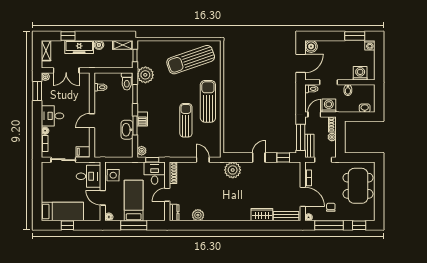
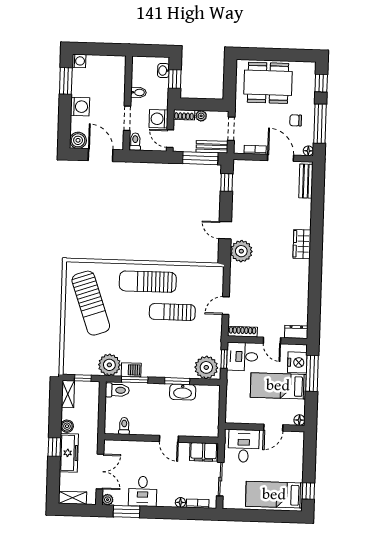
window: (68, 36) -> (54, 447), moved
washing machine: (360, 73) -> (80, 107), moved, turned 180
desk: (52, 116) -> (143, 491), moved
window: (359, 117) -> (175, 79), added
barbecue: (142, 119) -> (131, 370), moved
plant: (142, 151) -> (206, 367), width x1.88, depth x1.88
filing cabinet: (83, 152) -> (204, 452), width x2.00
door: (259, 158) -> (225, 230), moved
door: (203, 160) -> (226, 306), moved
side table: (113, 175) -> (243, 412), removed
door: (303, 197) -> (281, 158), hinge flipped
bed: (62, 212) -> (274, 495), moved, turned -90
nightstand: (151, 214) -> (297, 362), added
plant: (198, 215) -> (301, 300), removed
wardrobe: (262, 215) -> (302, 244), moved
window: (67, 225) -> (308, 491), moved
window: (134, 225) -> (312, 373), moved

